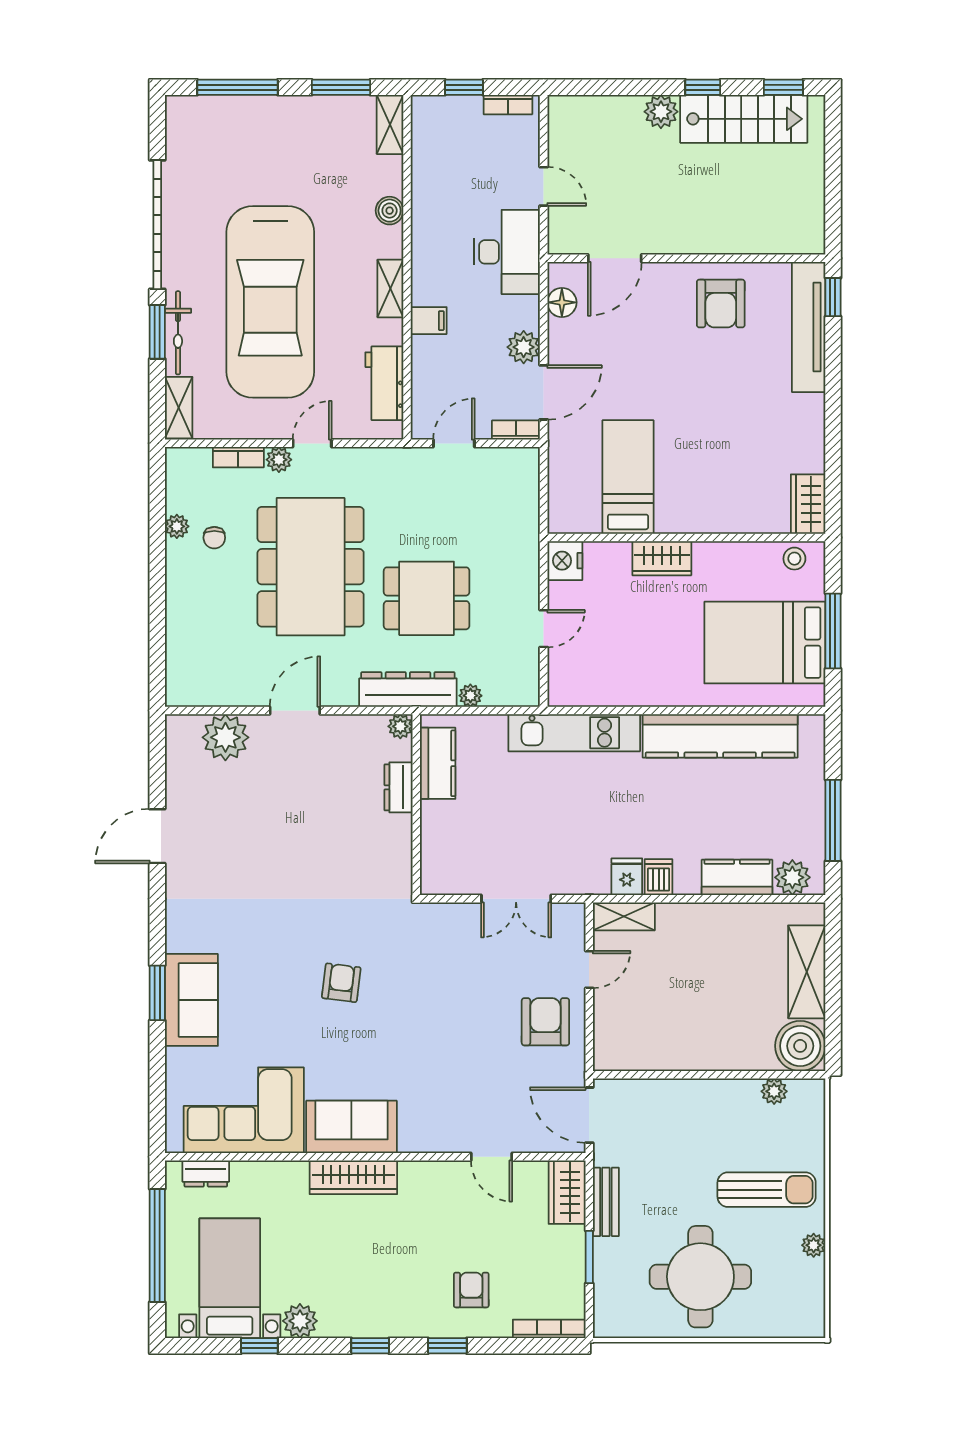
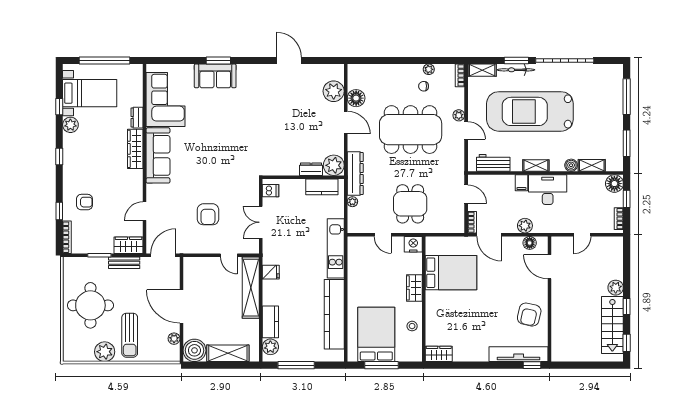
floor lamp: (430, 114) -> (614, 184), added
shelving: (390, 124) -> (592, 165), moved
desk: (507, 252) -> (548, 190), moved, turned 180
armchair: (721, 304) -> (529, 315), turned -77
plant: (524, 347) -> (525, 226), moved
bookcase: (238, 457) -> (460, 75), moved
bed: (628, 477) -> (451, 273), width x1.50
stool: (794, 559) -> (412, 326), moved
dining table: (427, 598) -> (410, 204), moved
floor lamp: (241, 688) -> (356, 98), added
plant: (400, 726) -> (334, 165), width x1.87, depth x1.87
dishwasher: (659, 877) -> (271, 191), moved
shelving: (624, 916) -> (251, 288), width x2.20, depth x1.33
armchair: (341, 983) -> (223, 143), removed
armchair: (545, 1022) -> (208, 214), moved, turned 90
door: (703, 1075) -> (181, 306), added
sofa: (351, 1127) -> (158, 155), width x1.36
dresser: (206, 1173) -> (137, 118), moved
plant: (814, 1245) -> (105, 352), width x1.87, depth x1.87
window: (447, 1346) -> (59, 211), moved

